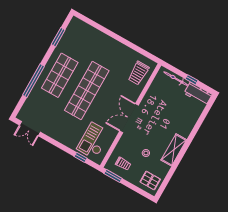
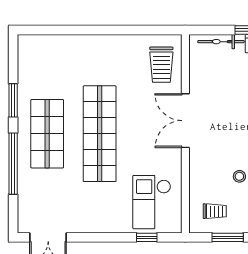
window: (58, 37) -> (13, 100), moved
double door: (129, 118) -> (185, 121), moved
window: (113, 176) -> (228, 237), moved

